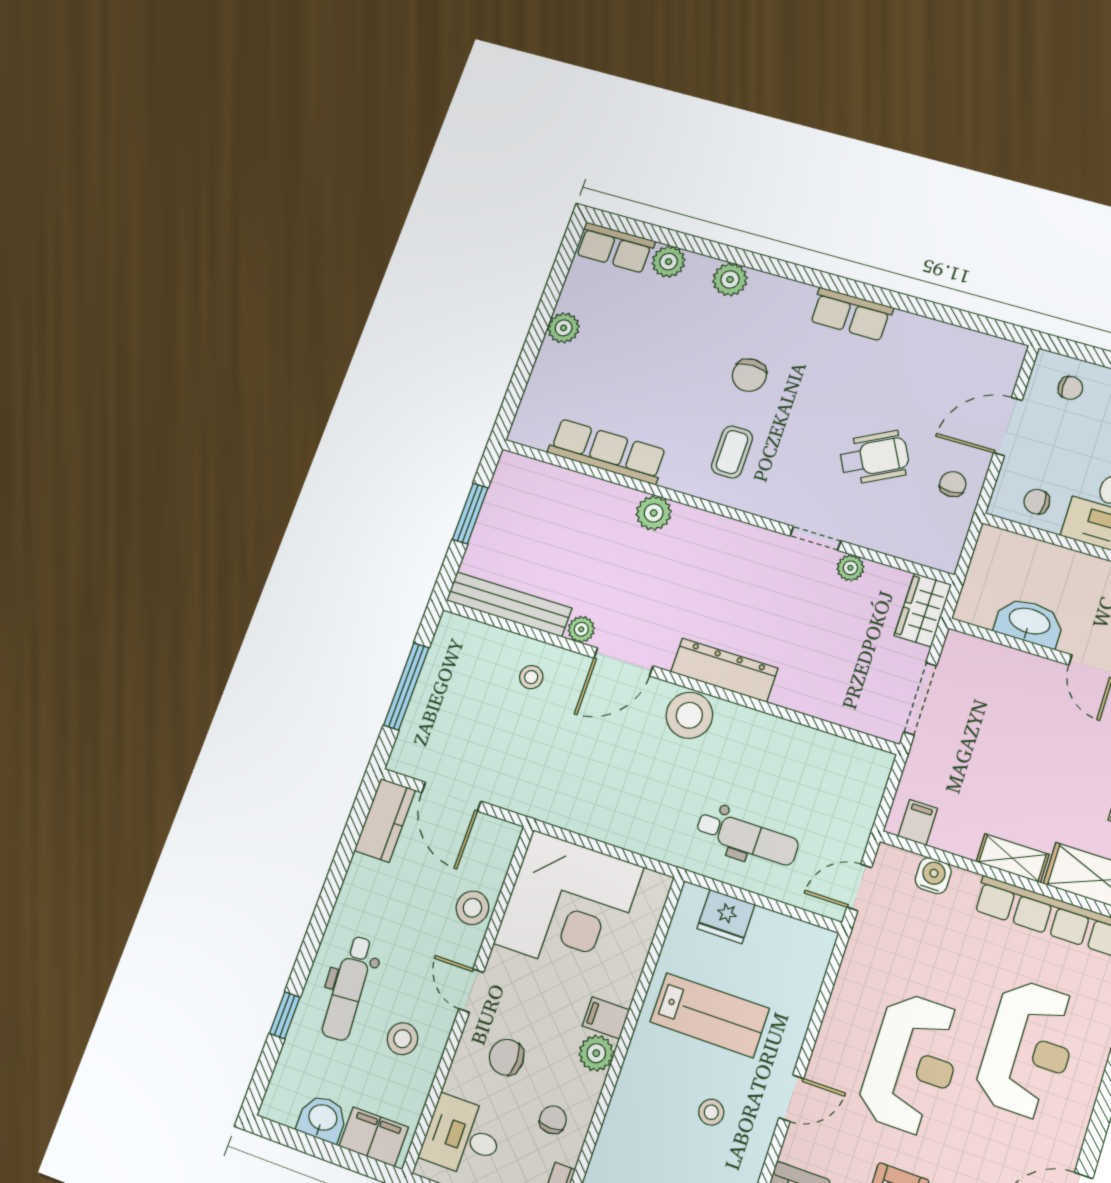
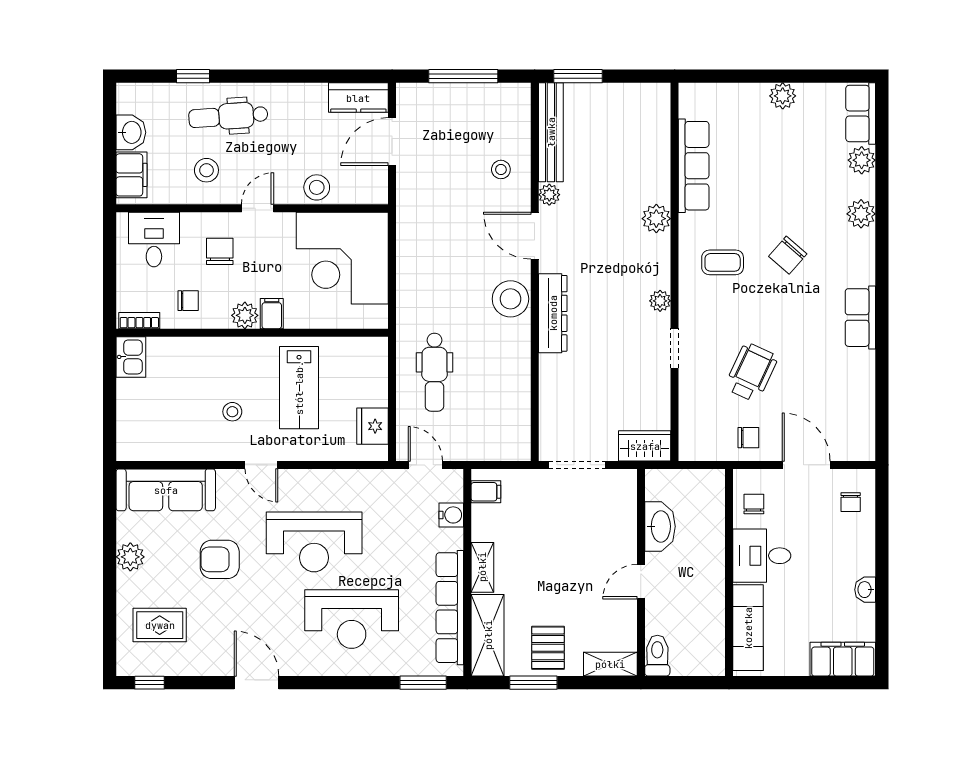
chair: (749, 375) -> (788, 255), turned -49
wheelchair: (874, 457) -> (751, 372), turned -127
window: (470, 514) -> (578, 76), moved
plant: (850, 568) -> (660, 301), moved
fridge: (726, 916) -> (373, 426), moved

